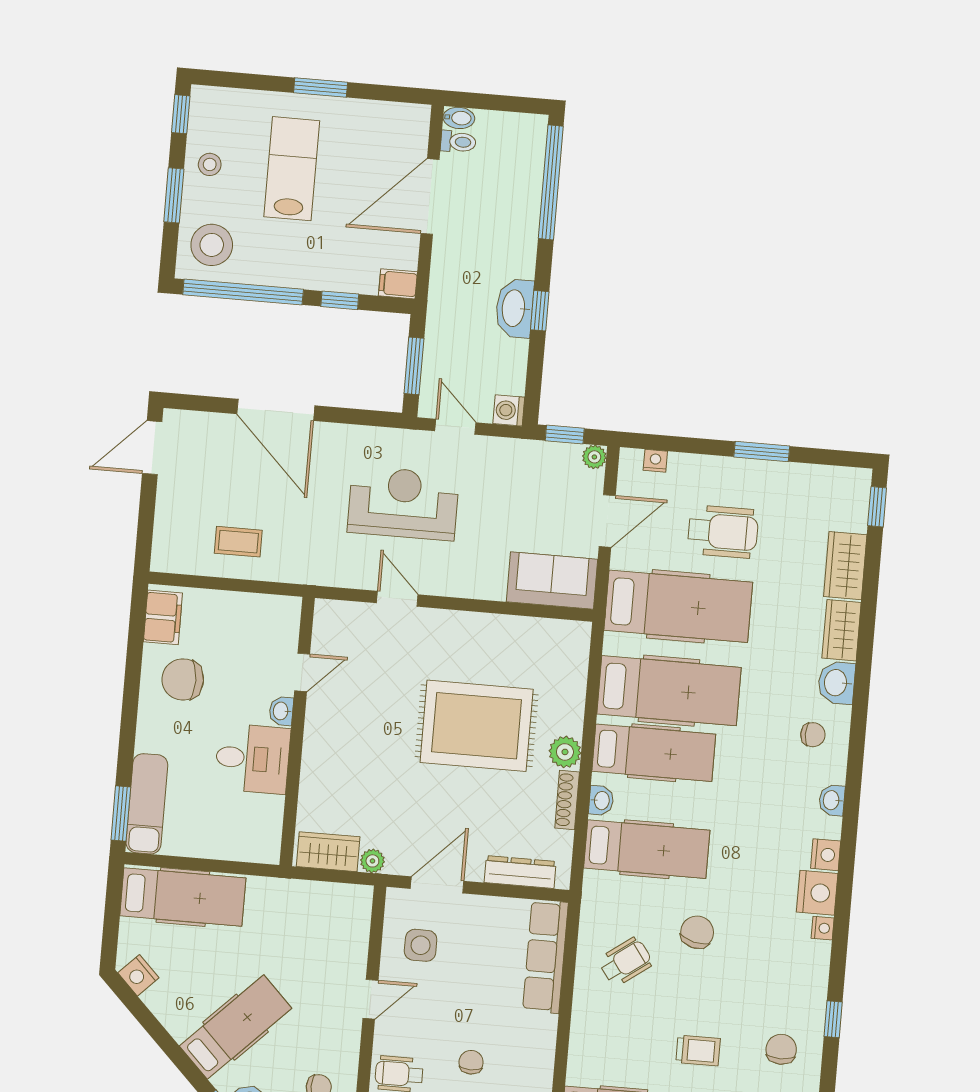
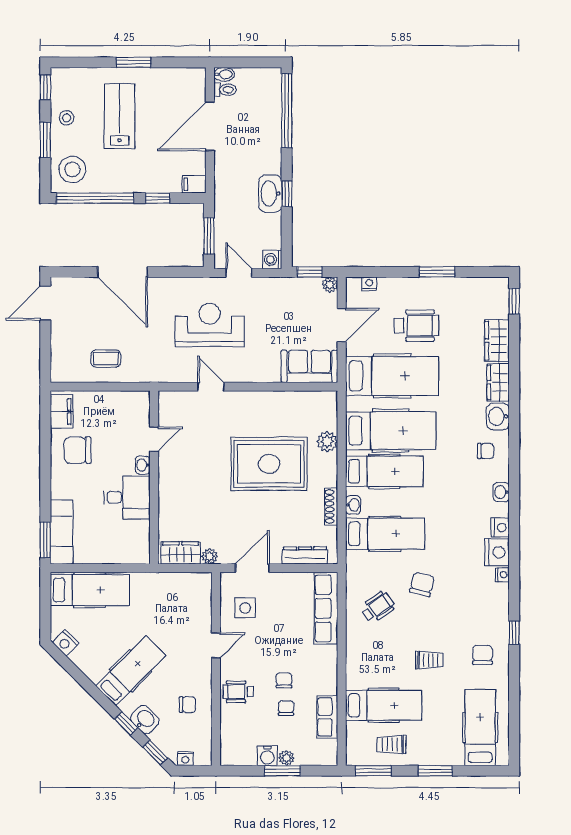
plant: (565, 752) -> (327, 442), moved

